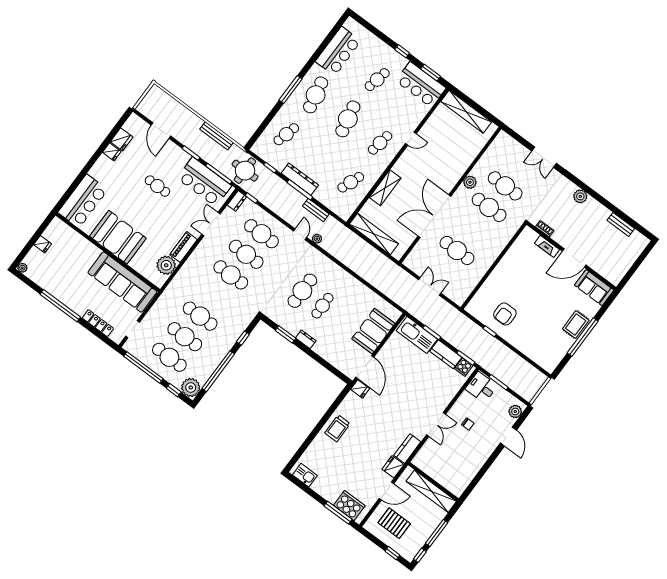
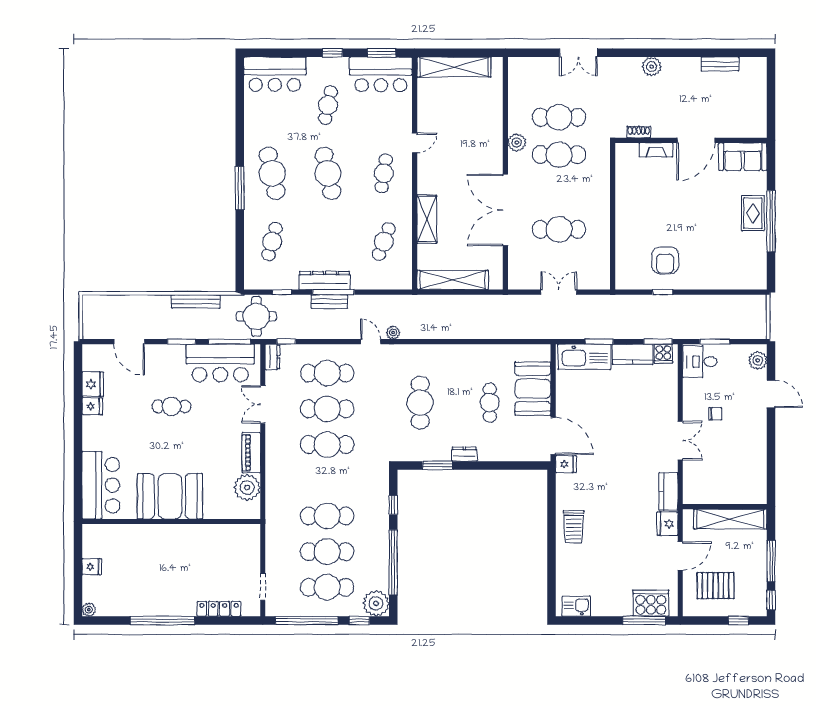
bar counter: (338, 51) -> (275, 74), moved, turned 90
bench: (316, 210) -> (329, 302), moved
sofa: (122, 282) -> (212, 543), removed
cafe table: (322, 306) -> (490, 403), moved

